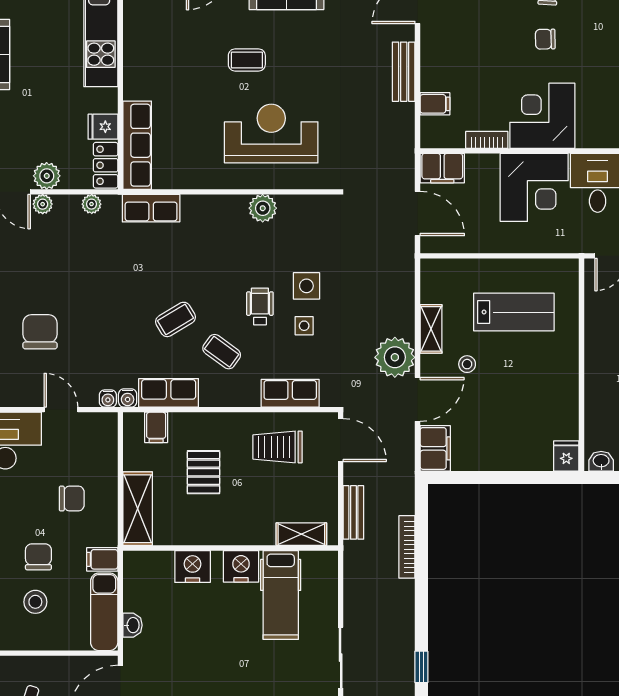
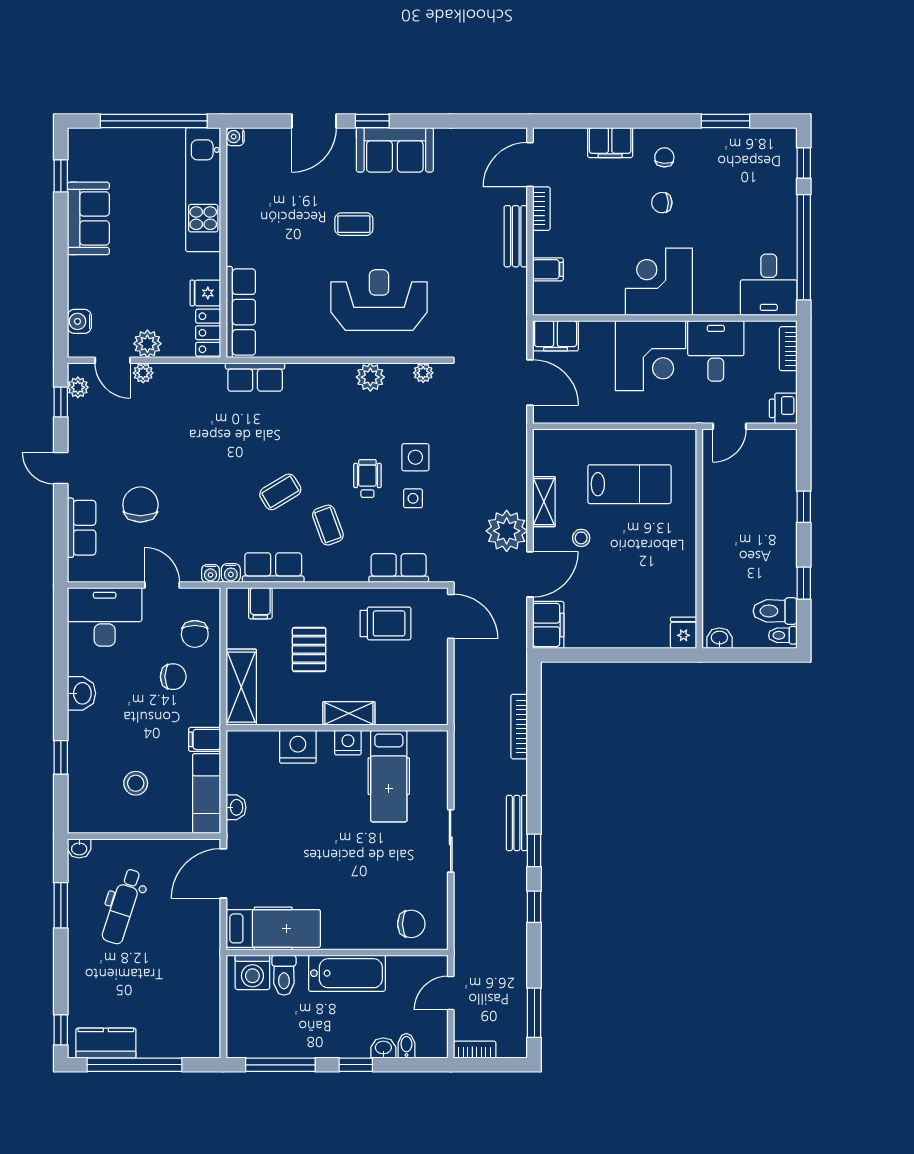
bookcase: (487, 140) -> (541, 209), moved, turned 90
plant: (92, 204) -> (423, 373), moved
coffee table: (222, 352) -> (328, 525), turned 34
trolley: (277, 447) -> (386, 623), turned 180
bench: (353, 512) -> (517, 823), moved
shelving: (301, 534) -> (349, 713), moved
chair: (38, 557) -> (195, 634), moved, turned 180
nightstand: (241, 566) -> (348, 743), width x0.74, depth x0.75

